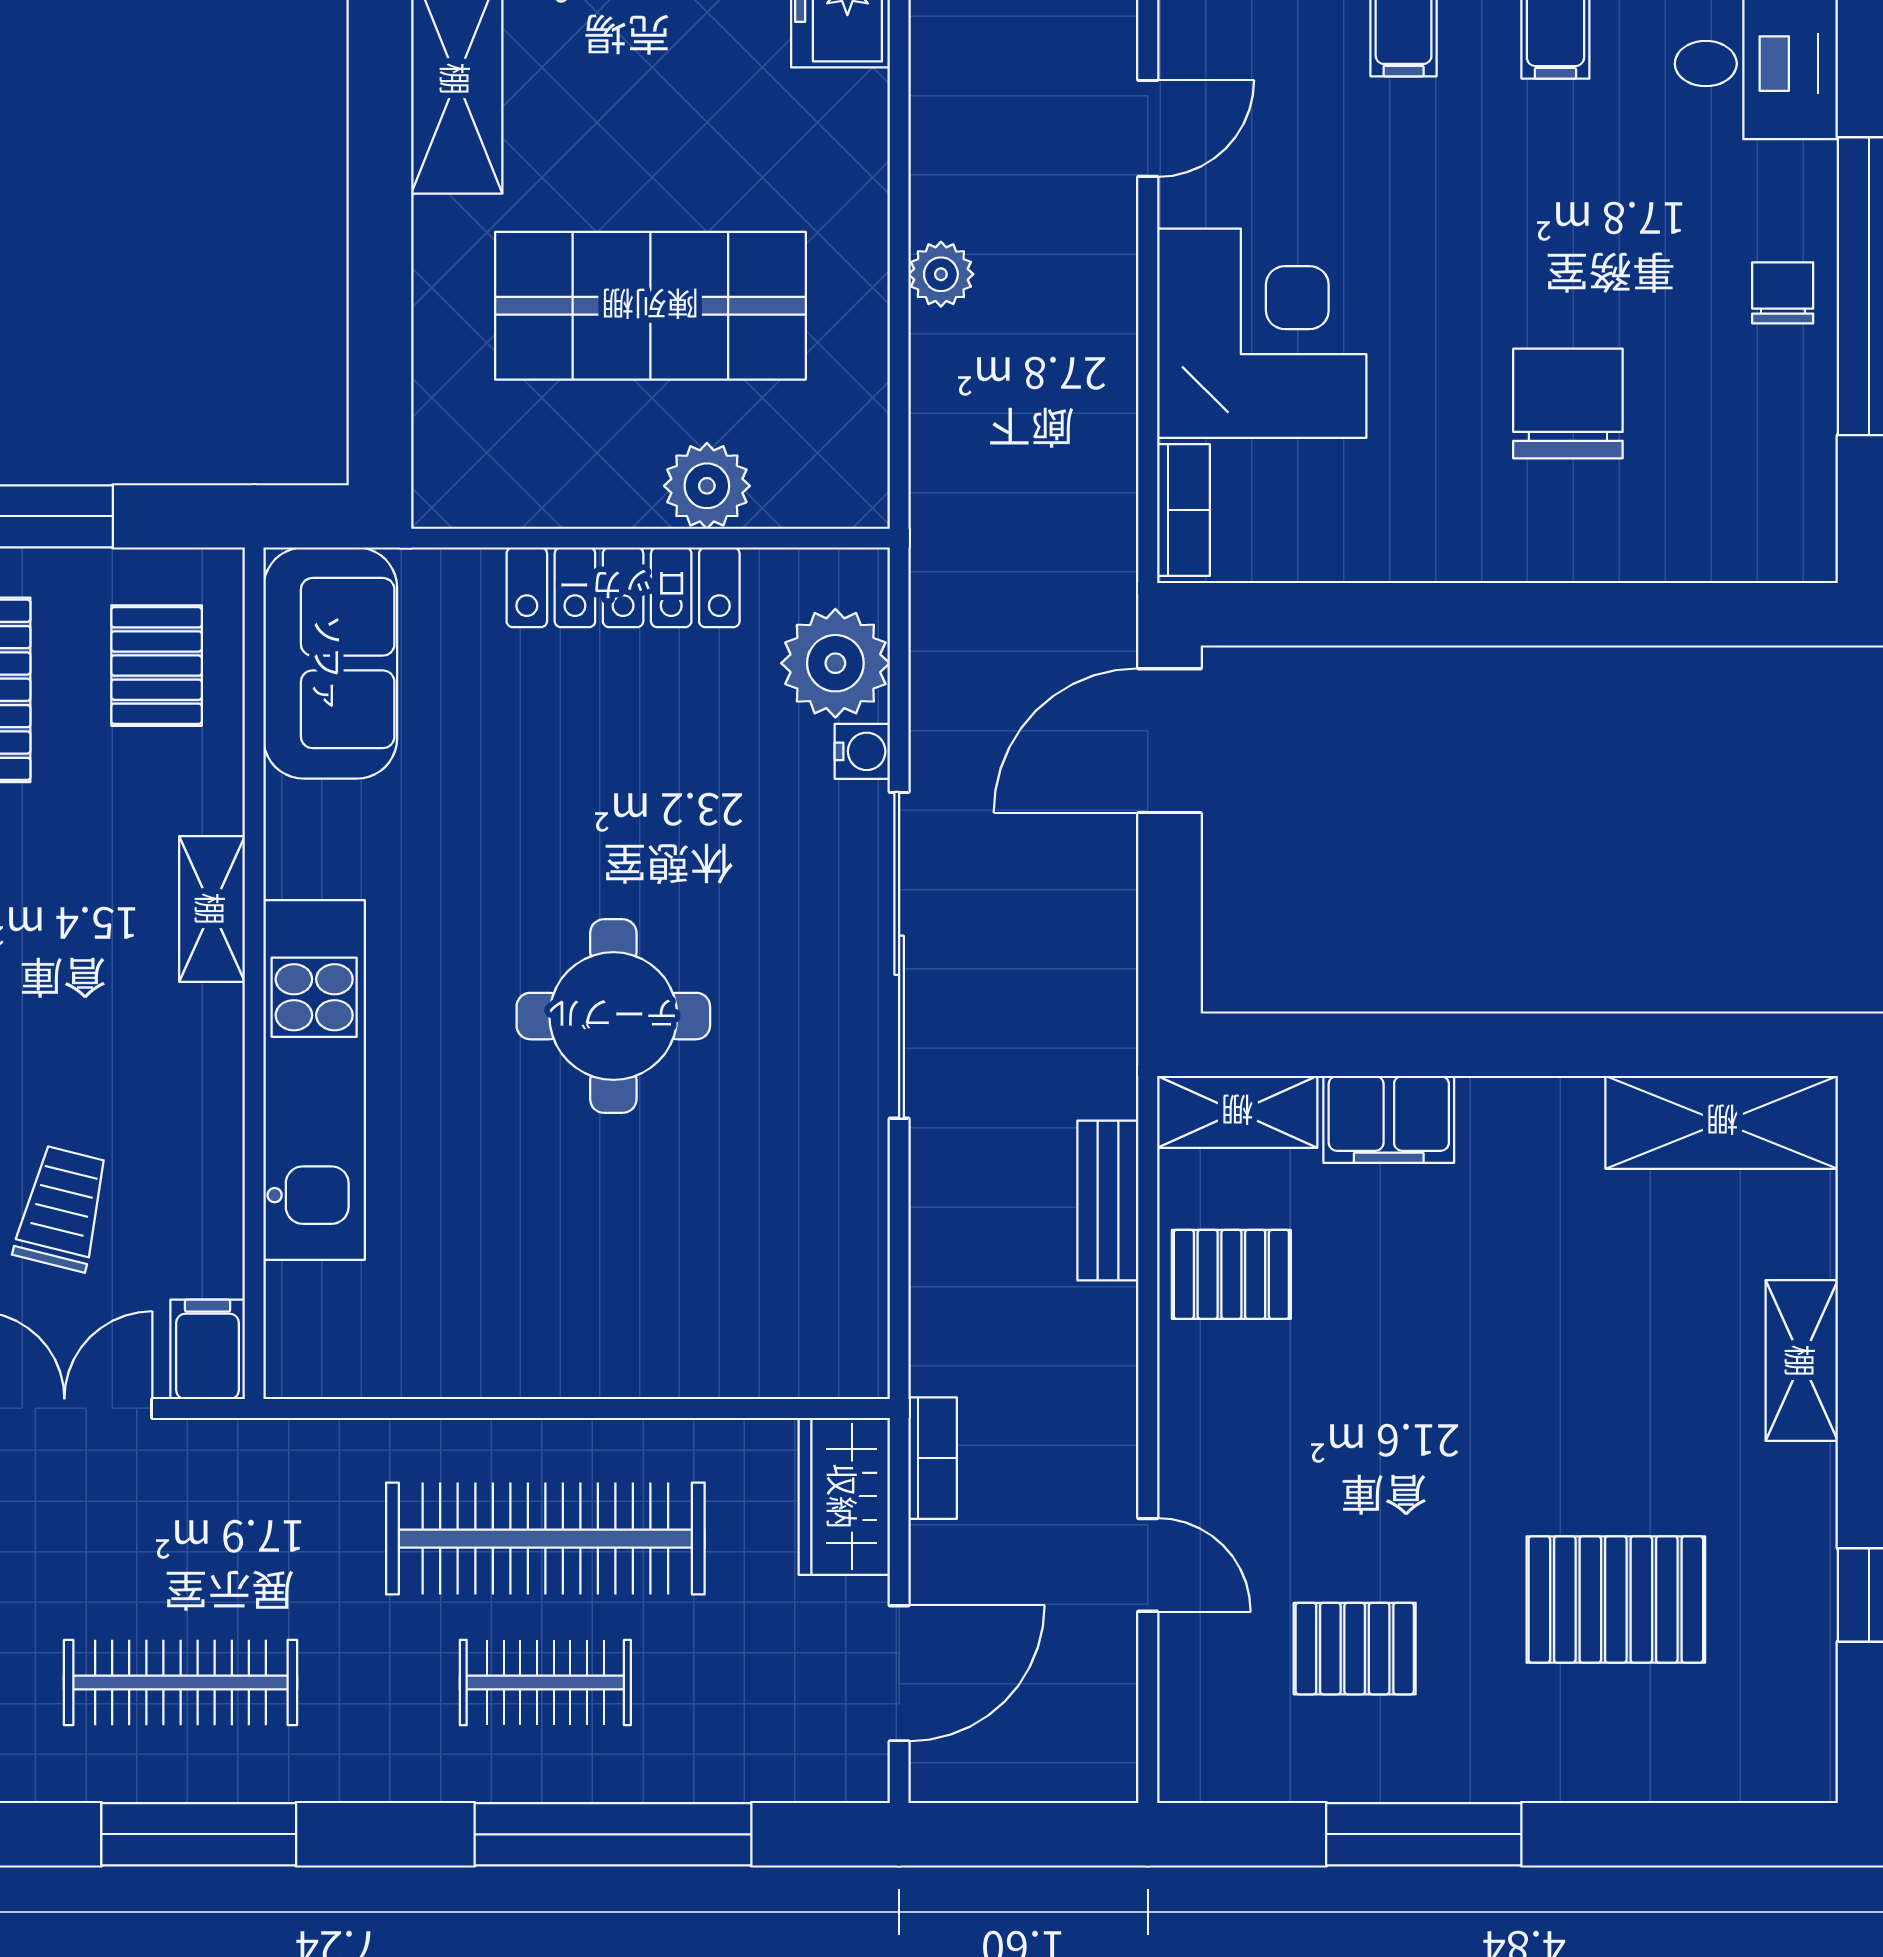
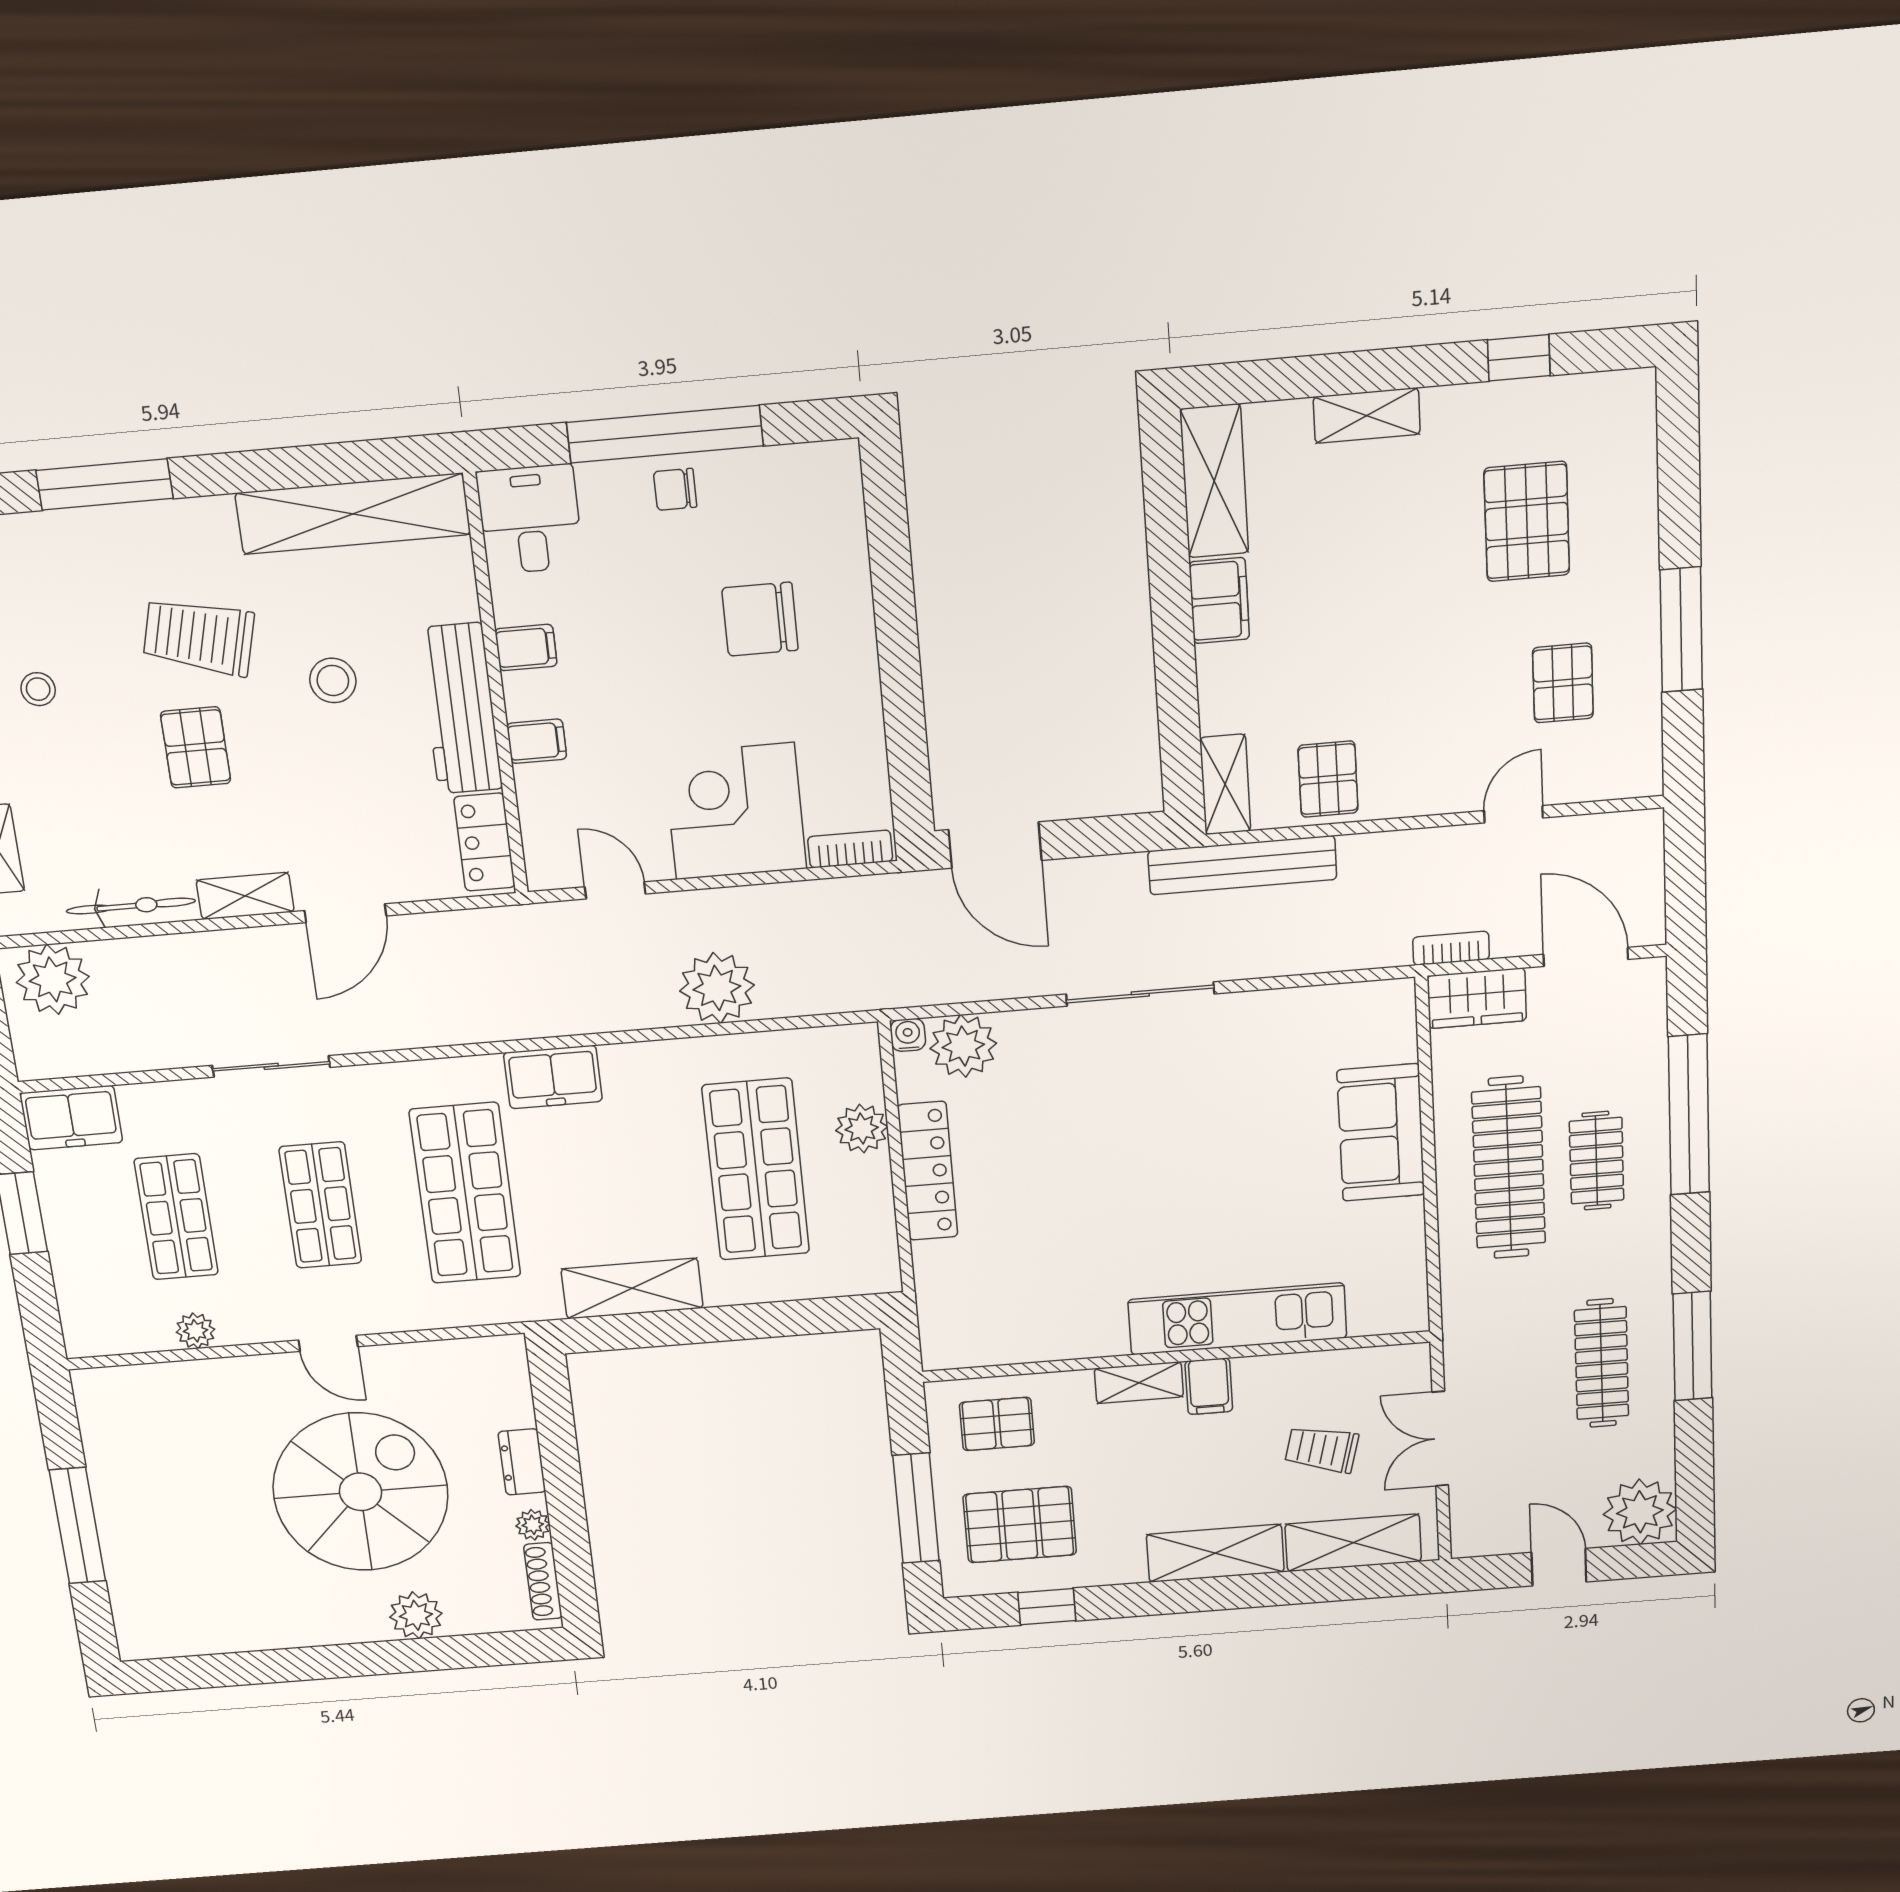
plant: (941, 274) -> (717, 988), width x1.88, depth x1.88
sofa: (330, 663) -> (1381, 1133), moved, turned -90
water cooler: (862, 751) -> (908, 1035), moved
sliding door: (899, 955) -> (1140, 994), width x0.73
round table: (613, 1016) -> (1188, 1155), removed
filing cabinet: (1389, 1119) -> (1219, 601), moved
bench: (1108, 1200) -> (1242, 865), width x1.86, depth x1.21
filing cabinet: (208, 1349) -> (1209, 1386), moved, turned -90

